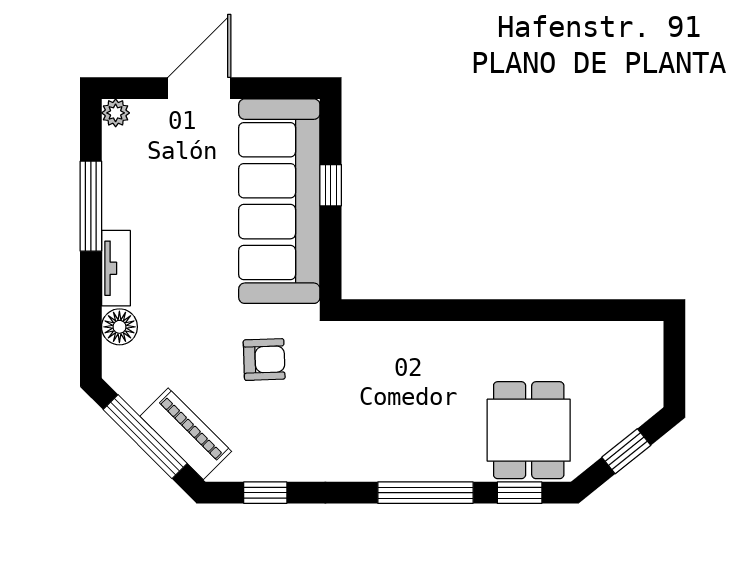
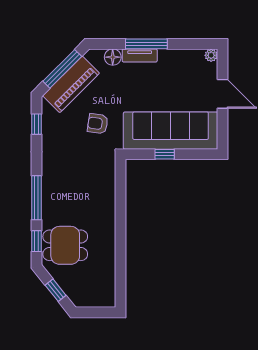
window: (331, 185) -> (165, 154), moved
window: (91, 206) -> (146, 44), moved
armchair: (264, 360) -> (98, 124), turned 100
piano: (186, 434) -> (71, 84), width x1.37, depth x1.33

